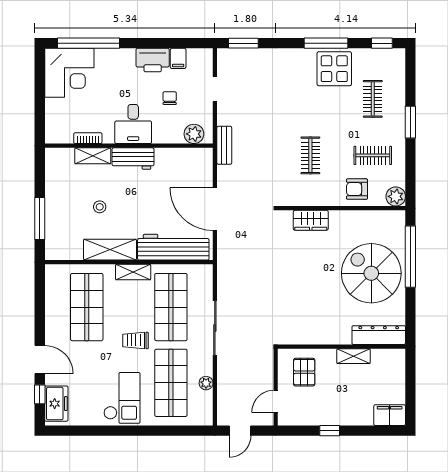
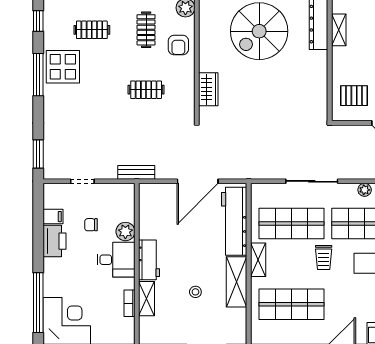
plant: (194, 134) -> (125, 232), moved
shelving: (353, 356) -> (339, 30), moved

